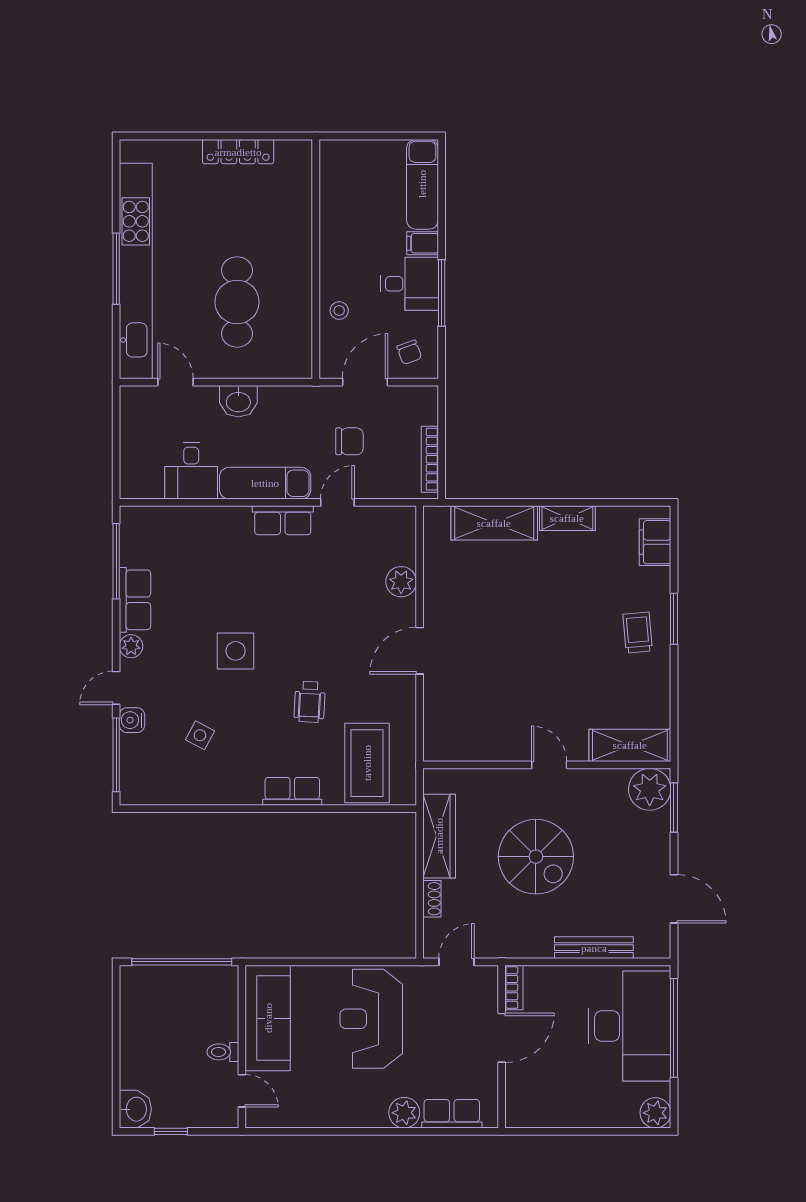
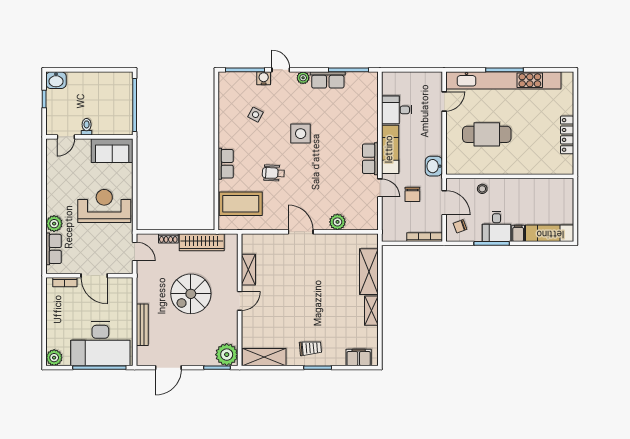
washbasin: (238, 401) -> (434, 166), moved
bookcase: (430, 459) -> (425, 237), moved
shelving: (630, 745) -> (264, 357), moved, turned 90
shelving: (490, 749) -> (248, 270), added
bookcase: (514, 988) -> (65, 282), moved
sofa: (268, 1018) -> (112, 151), width x0.73

